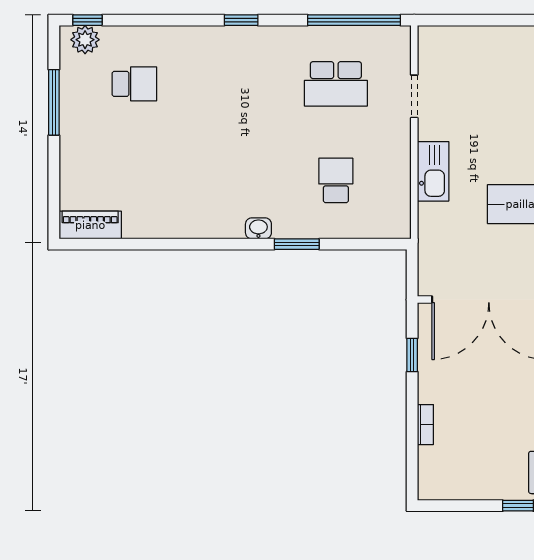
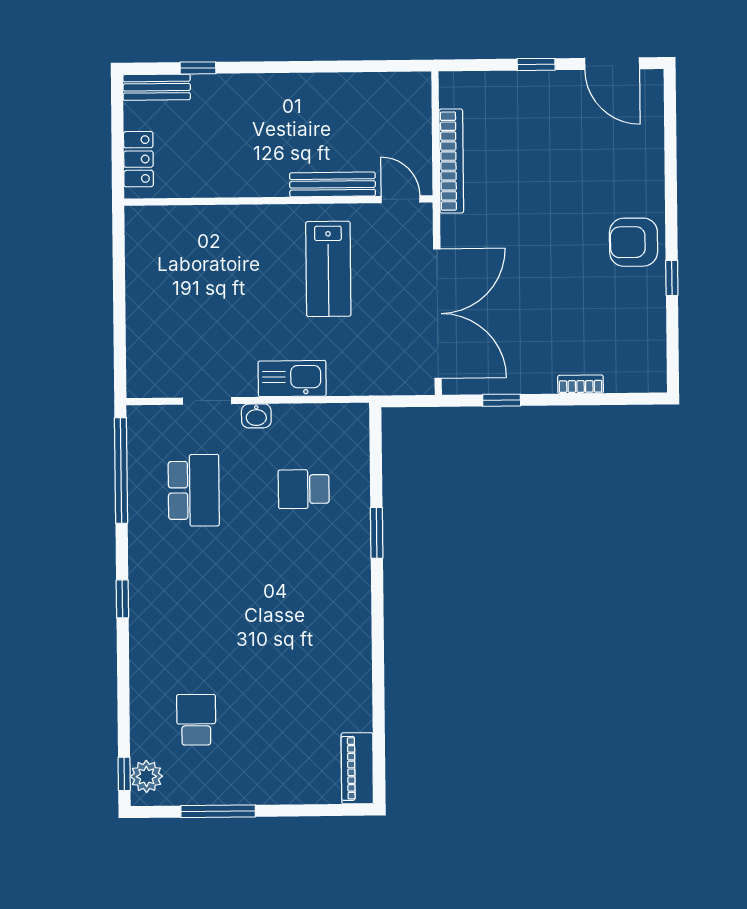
washbasin: (258, 228) -> (256, 416), moved, turned -90

